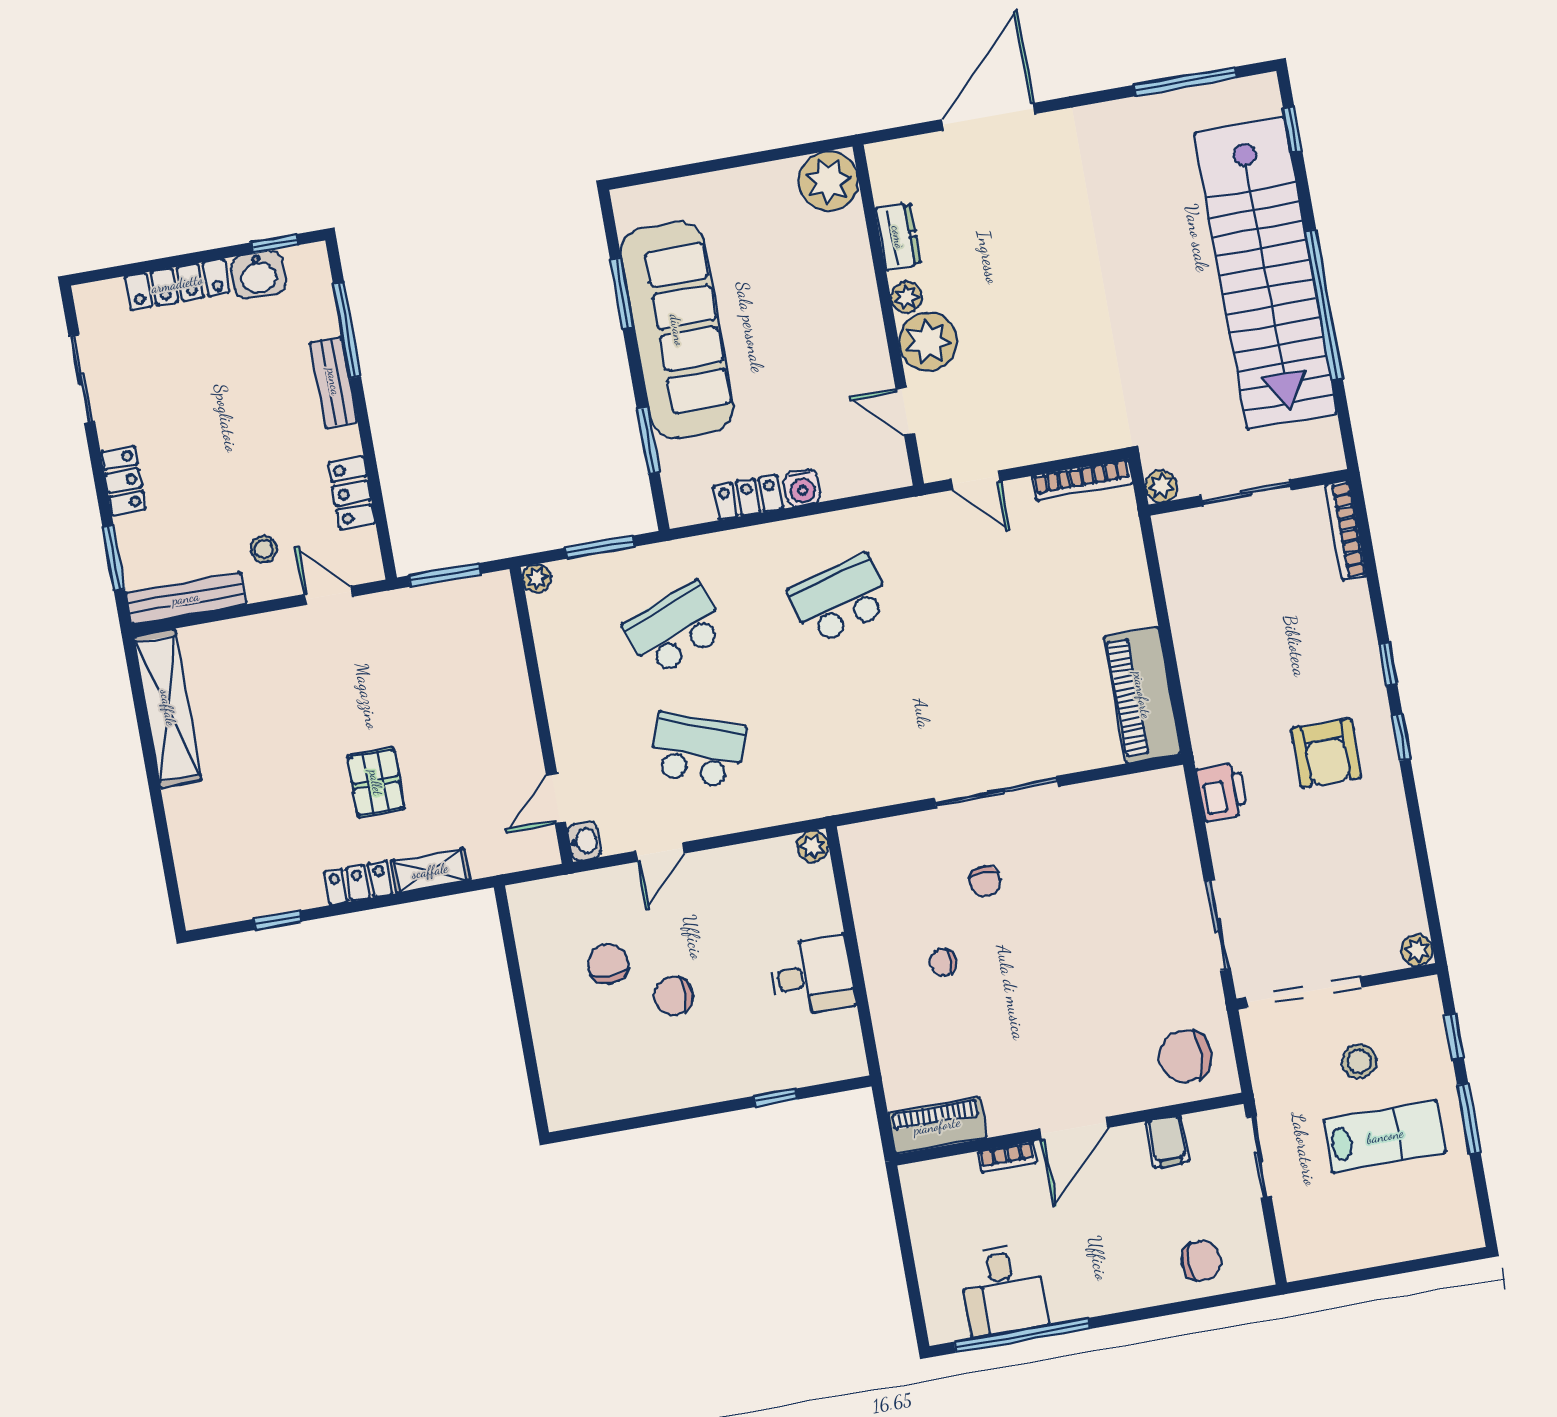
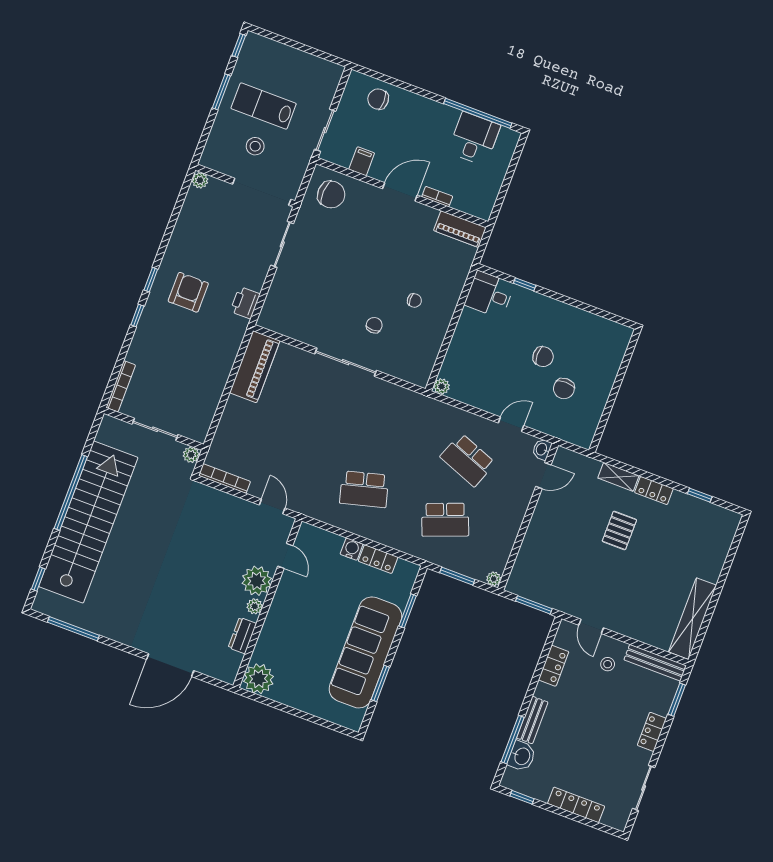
washbasin: (258, 275) -> (522, 756), moved, turned 90
desk: (812, 976) -> (489, 294), moved
window: (1454, 1036) -> (239, 45), moved

